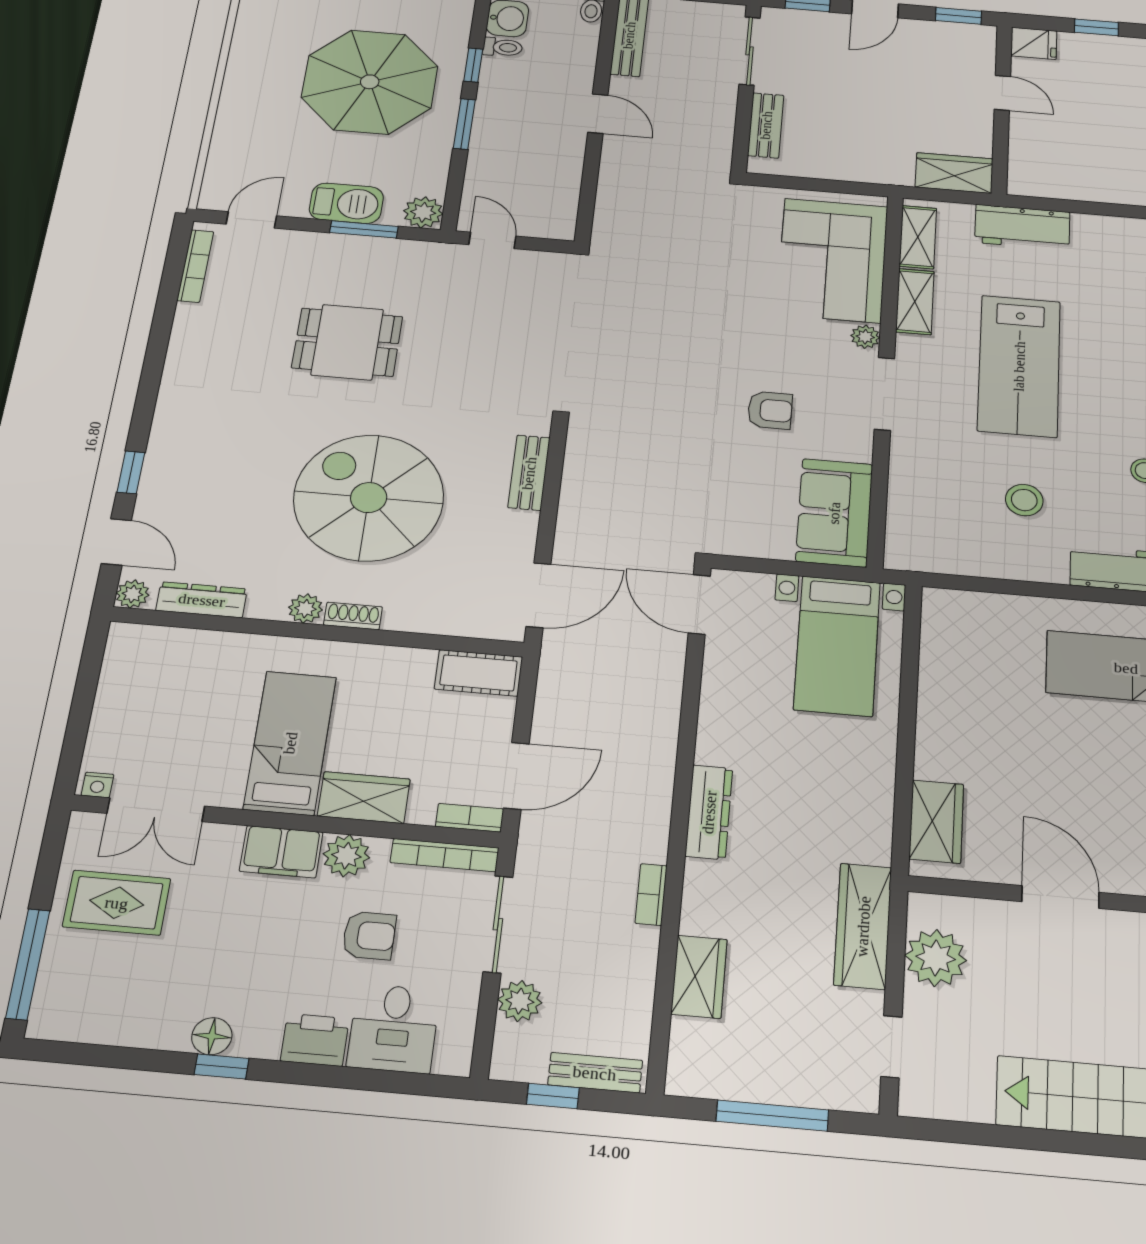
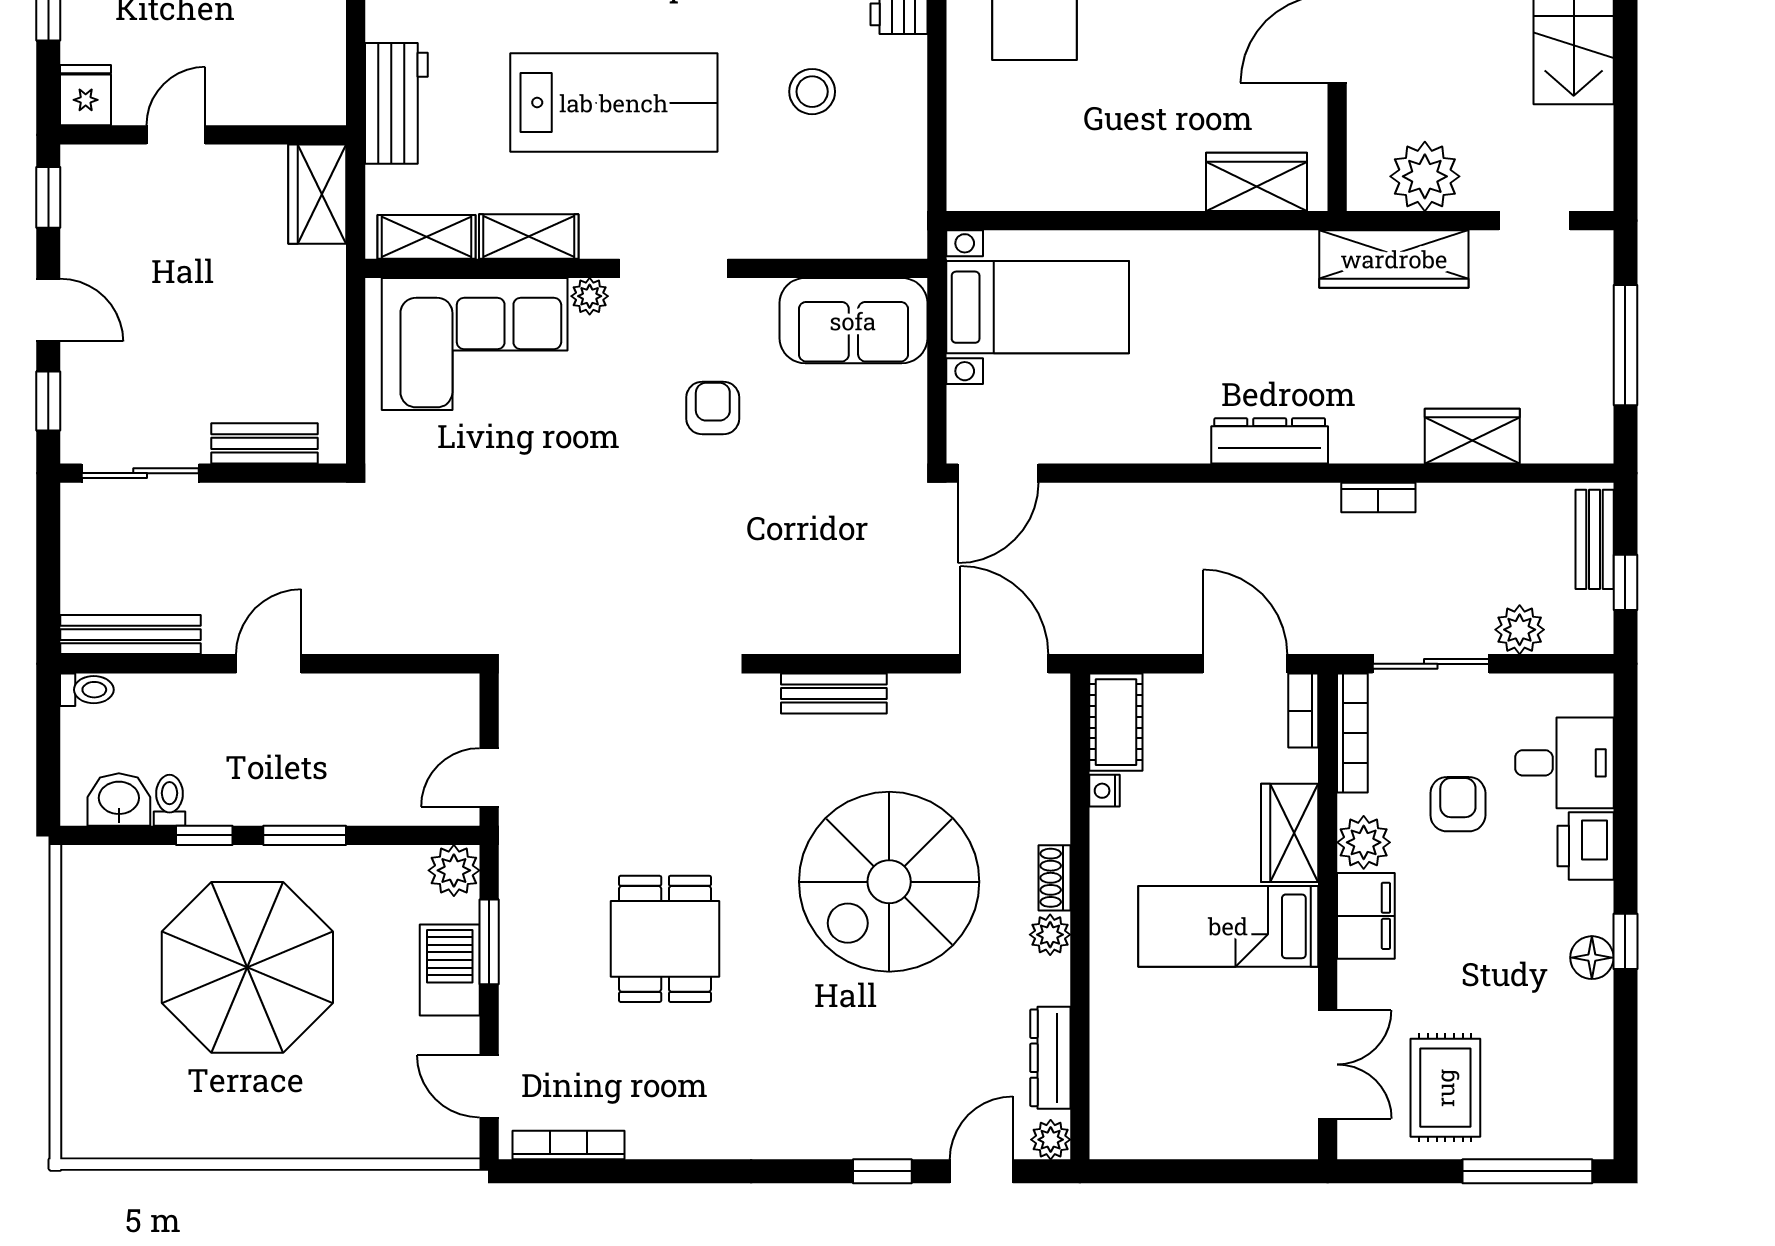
nightstand: (98, 785) -> (1104, 791), moved, turned 180

